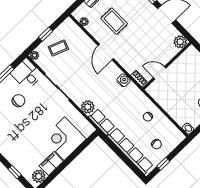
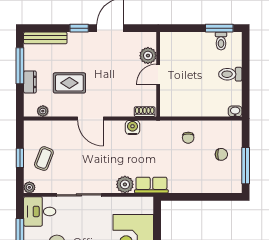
plant: (180, 42) -> (148, 56), moved
door: (160, 73) -> (158, 74), moved
row of seats: (130, 151) -> (204, 185), removed
window: (163, 164) -> (246, 166), width x2.17

